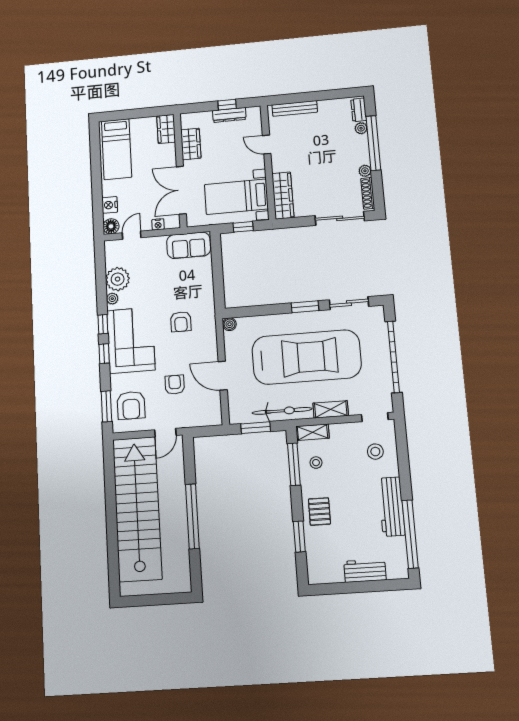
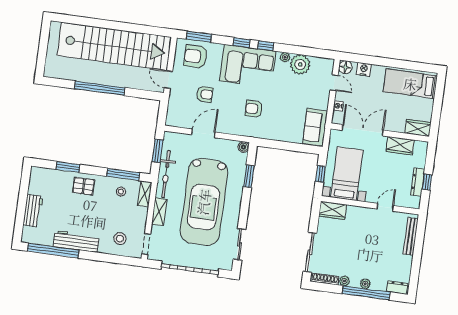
plant: (361, 128) -> (365, 284), moved
wardrobe: (283, 196) -> (333, 210), width x0.67
window: (305, 307) -> (249, 176), moved

